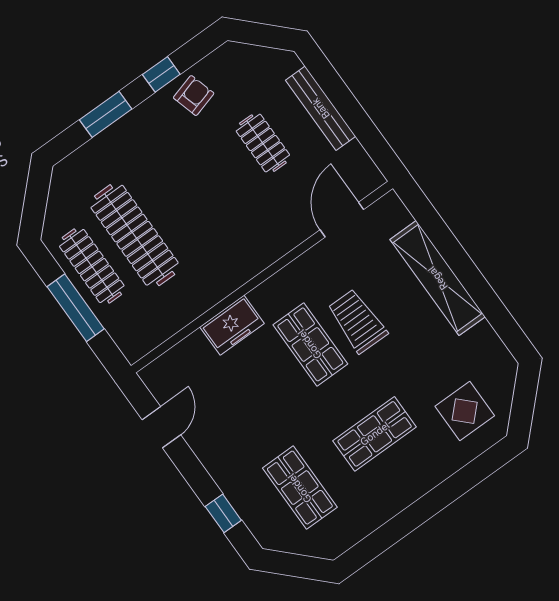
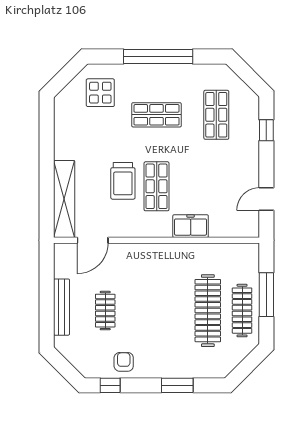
window: (161, 74) -> (110, 385), moved
armchair: (194, 96) -> (124, 362), turned 106
shelving: (438, 278) -> (64, 199), moved
window: (425, 508) -> (158, 56), added

